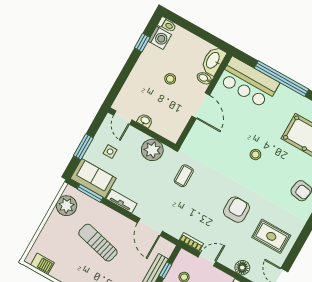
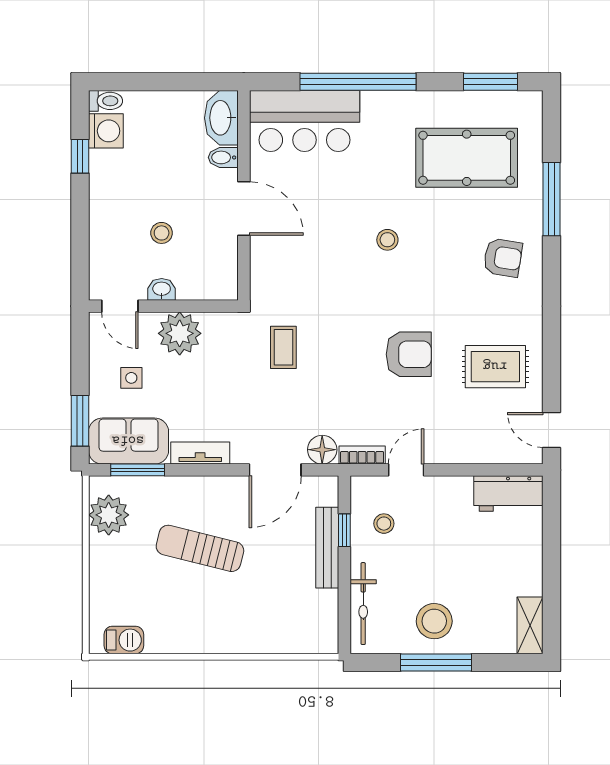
stool: (170, 79) -> (162, 233), moved
window: (83, 147) -> (80, 421), moved
plant: (152, 150) -> (180, 333), moved
armchair: (237, 210) -> (409, 354), turned 90
door: (150, 227) -> (275, 470), hinge flipped
floor lamp: (242, 268) -> (322, 450), moved

